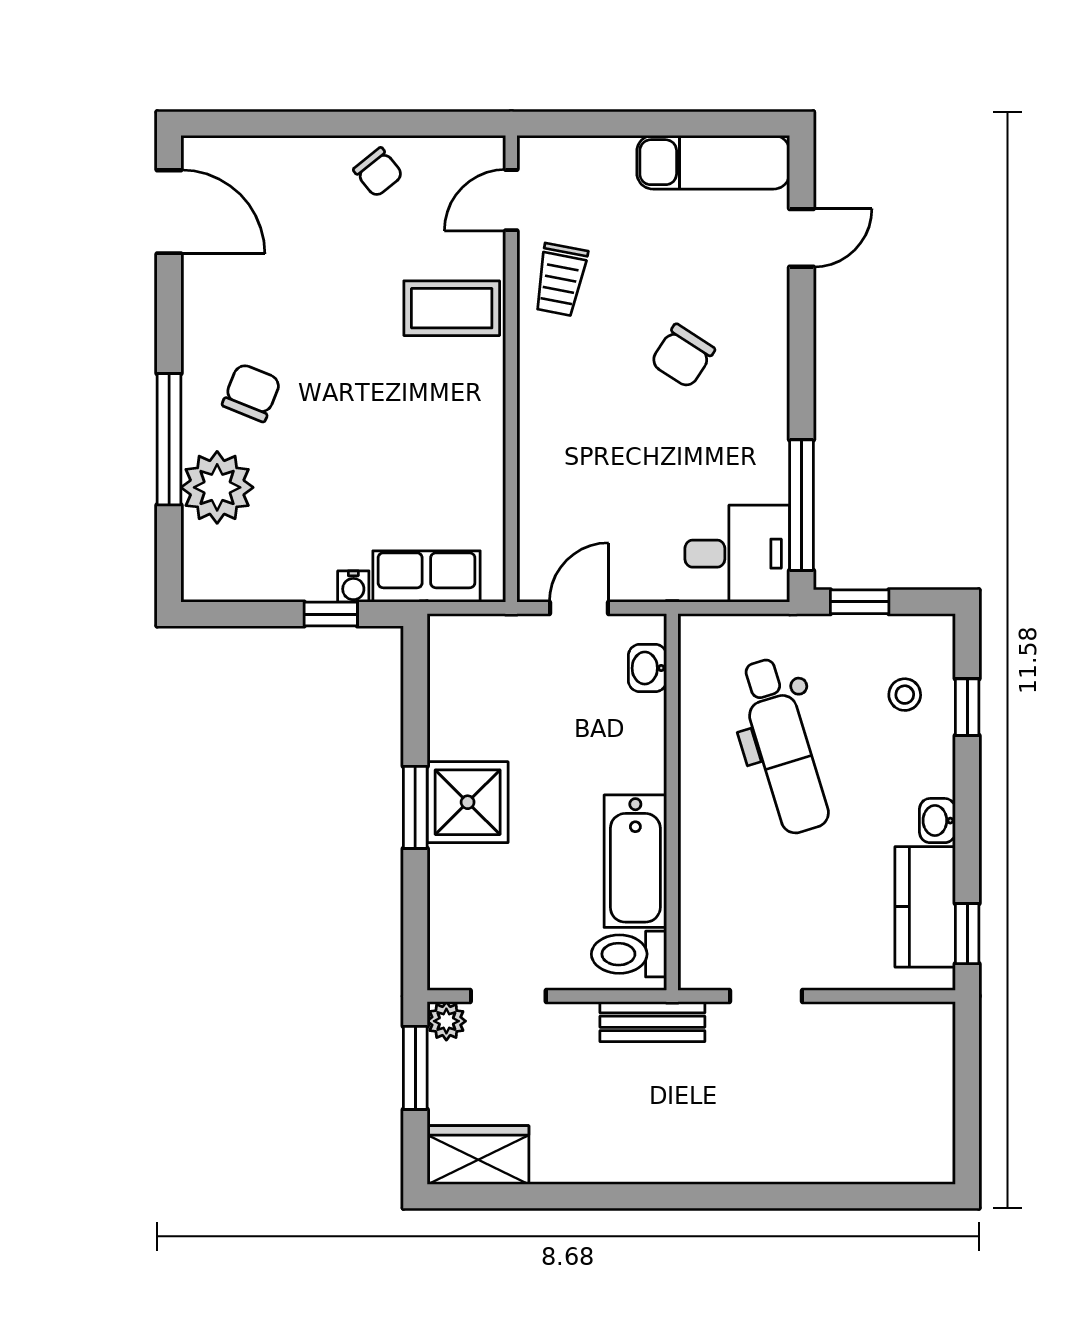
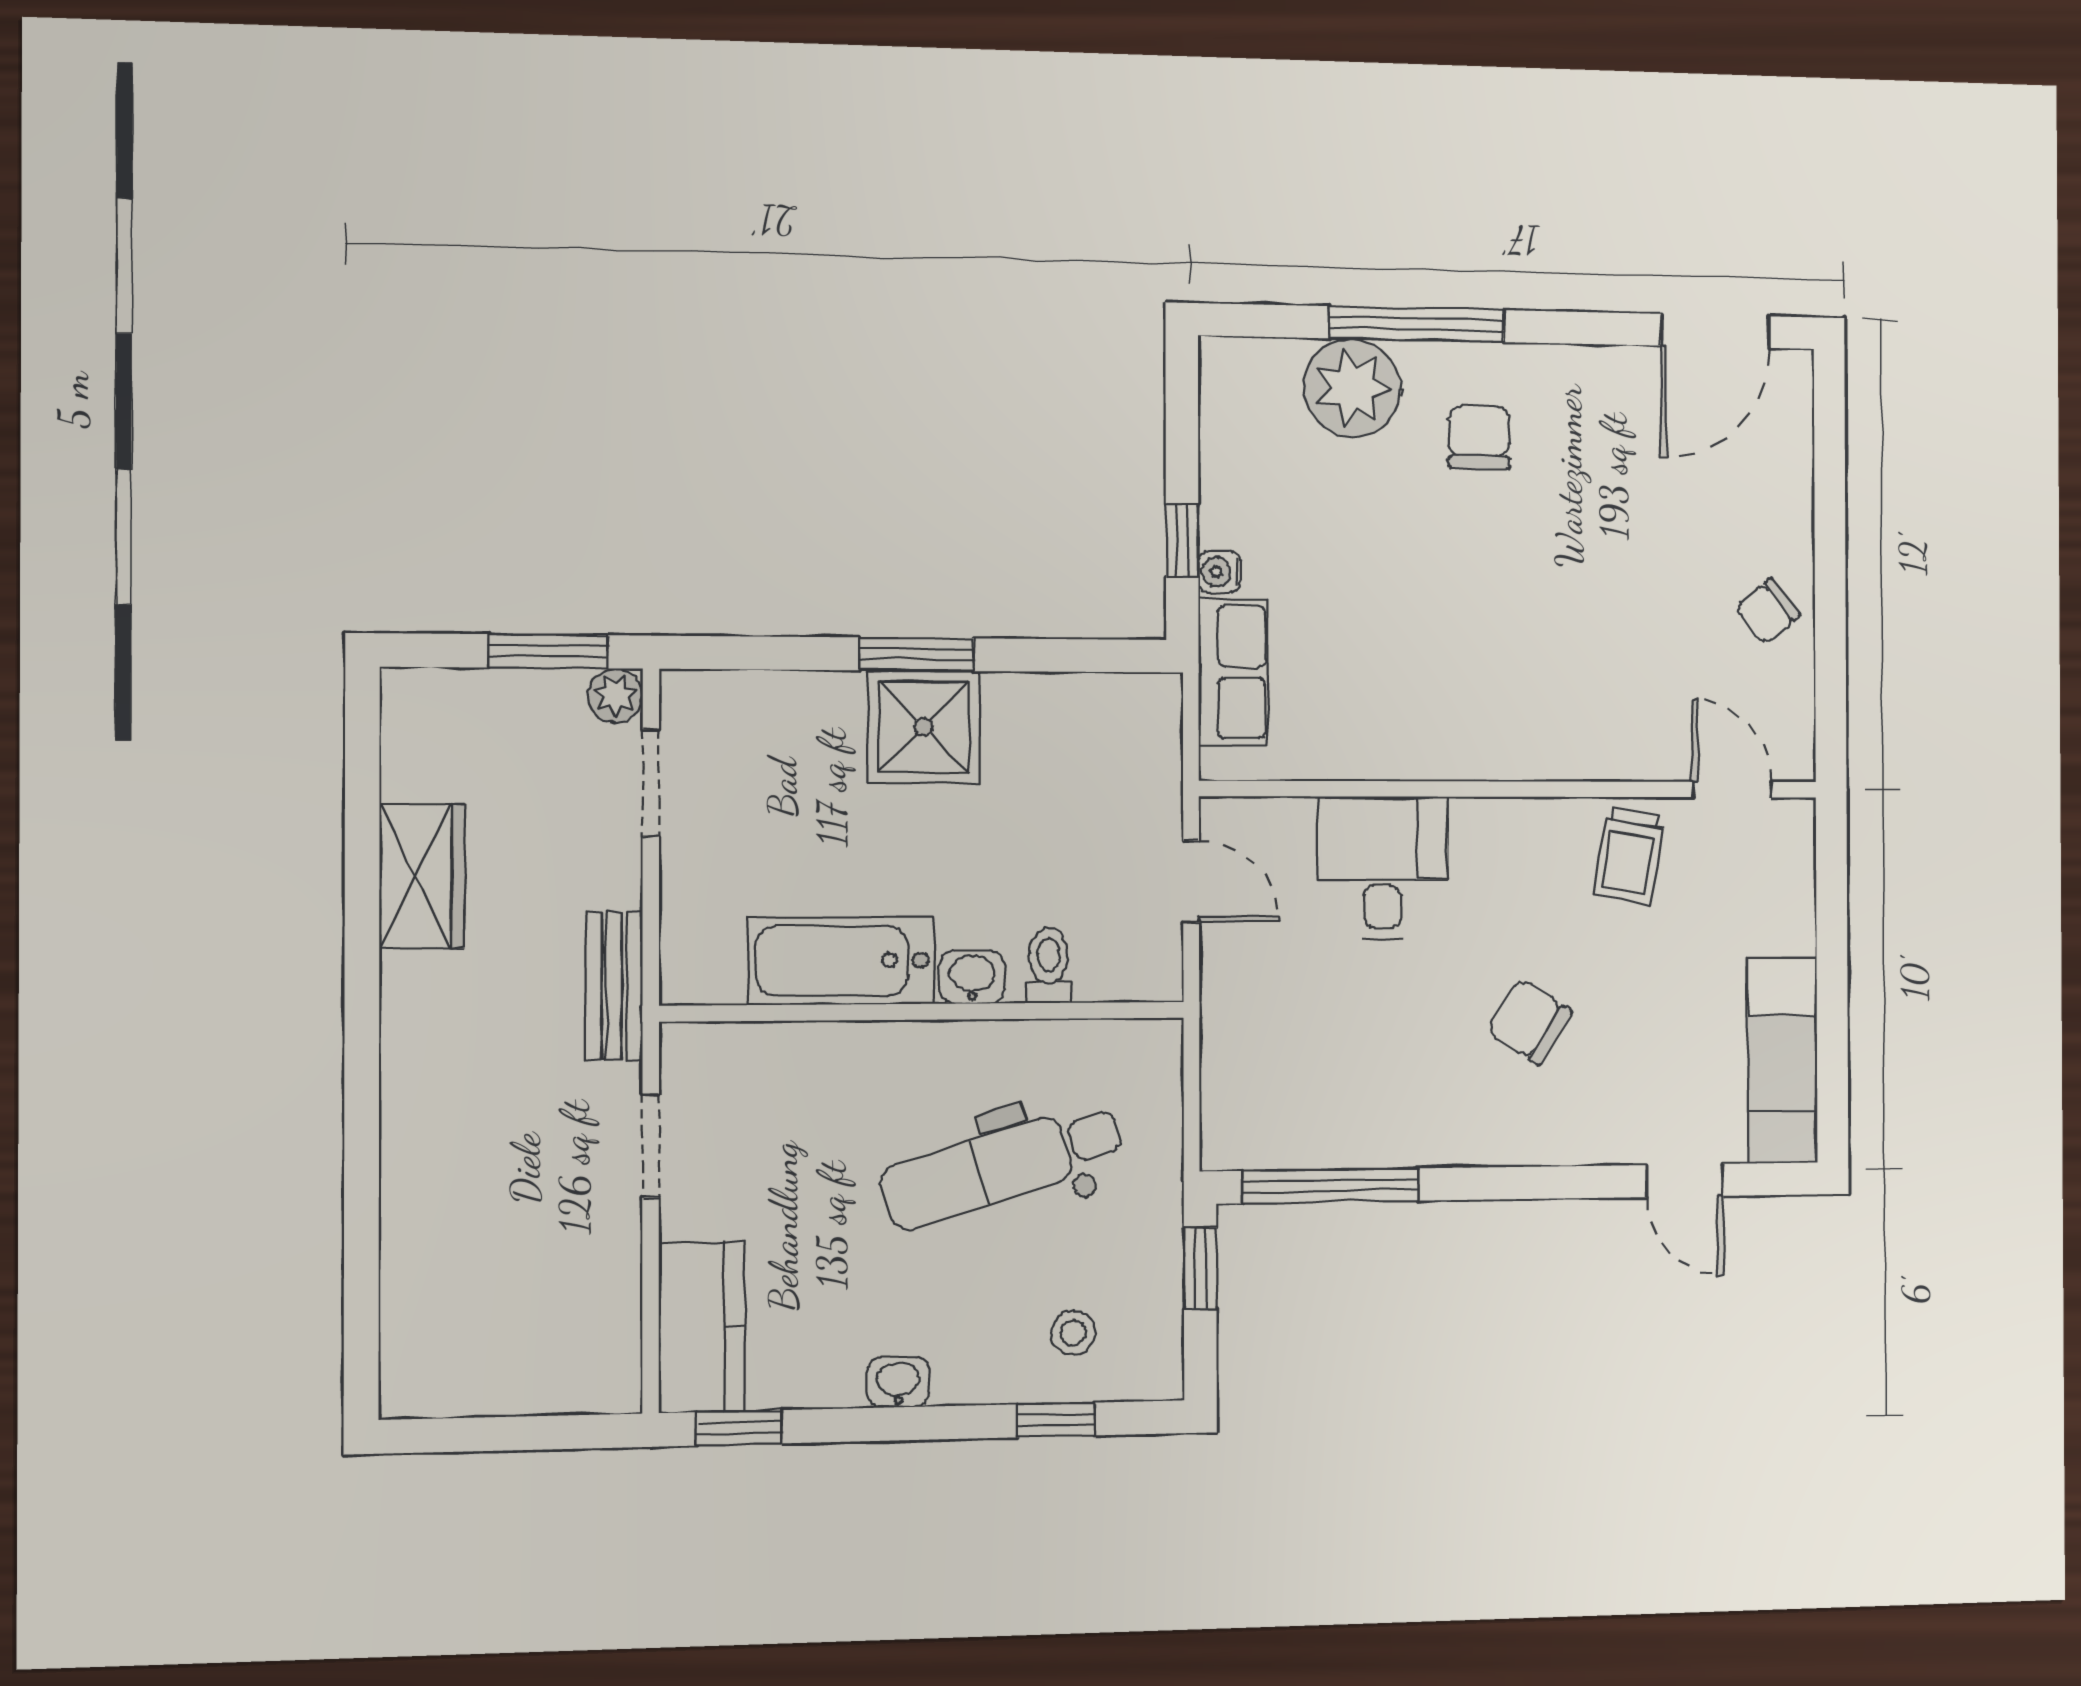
trolley: (560, 280) -> (1629, 856), turned -91
coffee table: (452, 308) -> (1591, 709), removed
chair: (252, 393) -> (1479, 437), turned -112
desk: (737, 554) -> (1383, 868), moved, turned 180
washbasin: (647, 668) -> (972, 977), moved
kitchen counter: (925, 907) -> (702, 1327), moved, turned 90
toilet: (629, 954) -> (1048, 965), moved, width x0.73, depth x0.72
wardrobe: (478, 1155) -> (422, 876), moved

